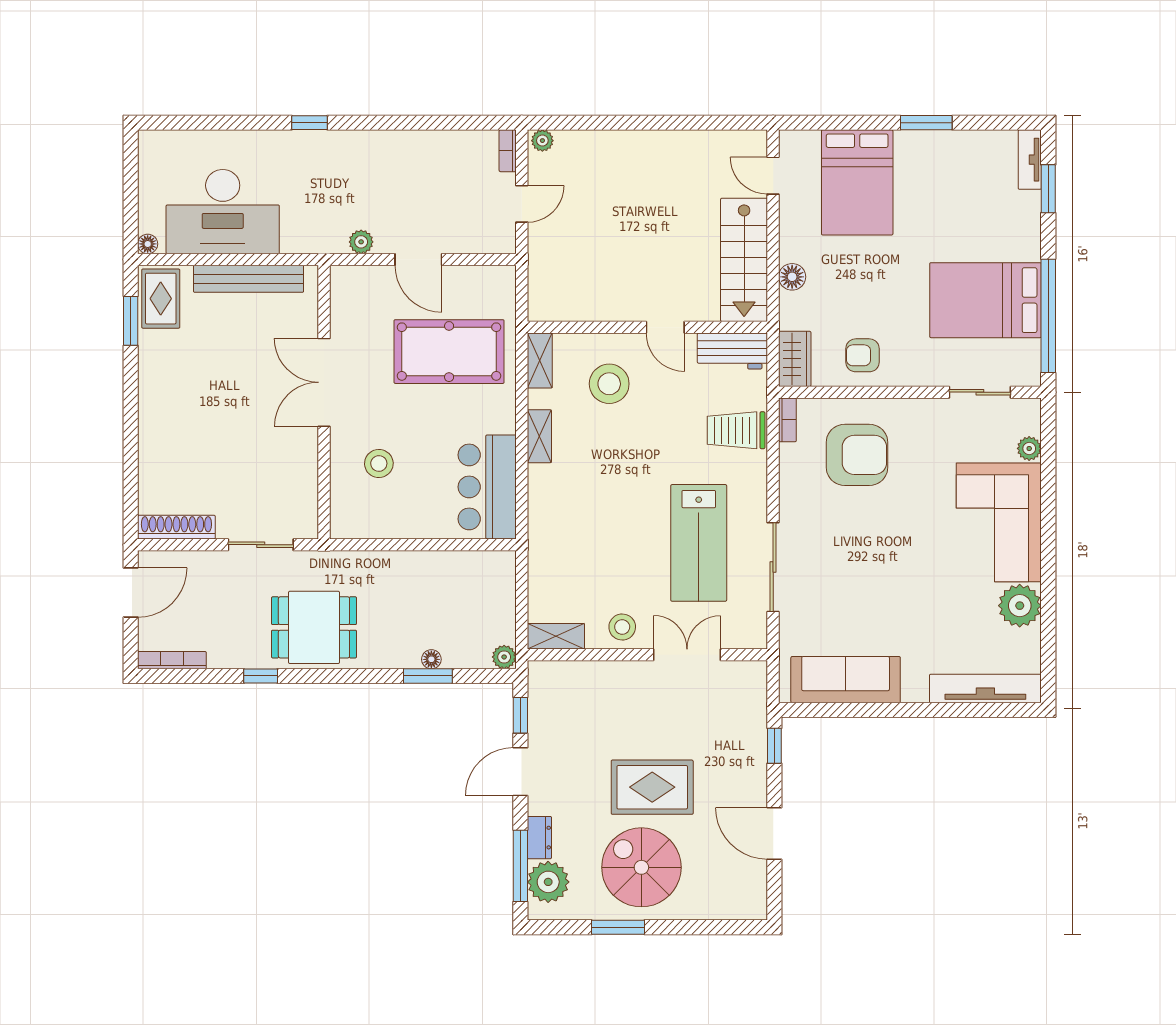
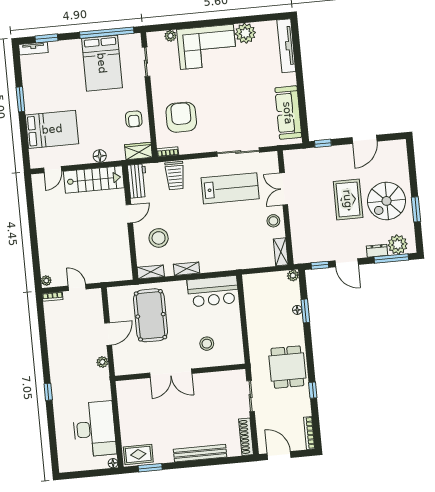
bench: (249, 279) -> (200, 453), moved, turned 90

